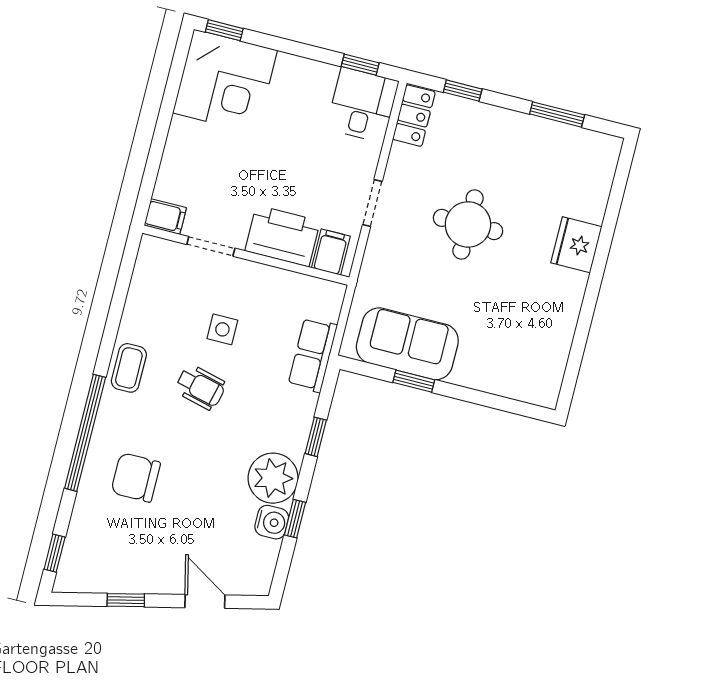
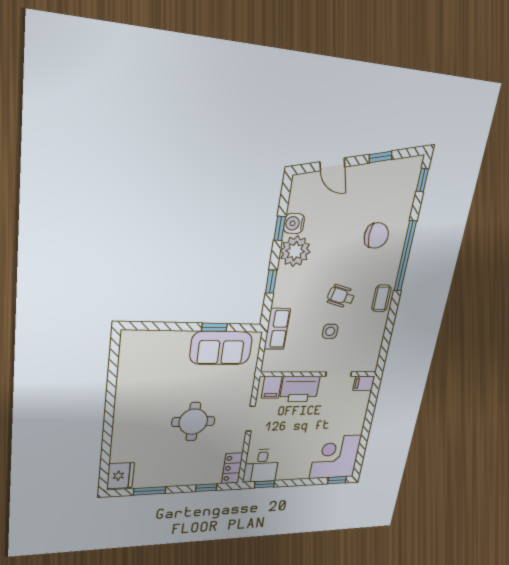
fridge: (576, 245) -> (120, 476), moved

